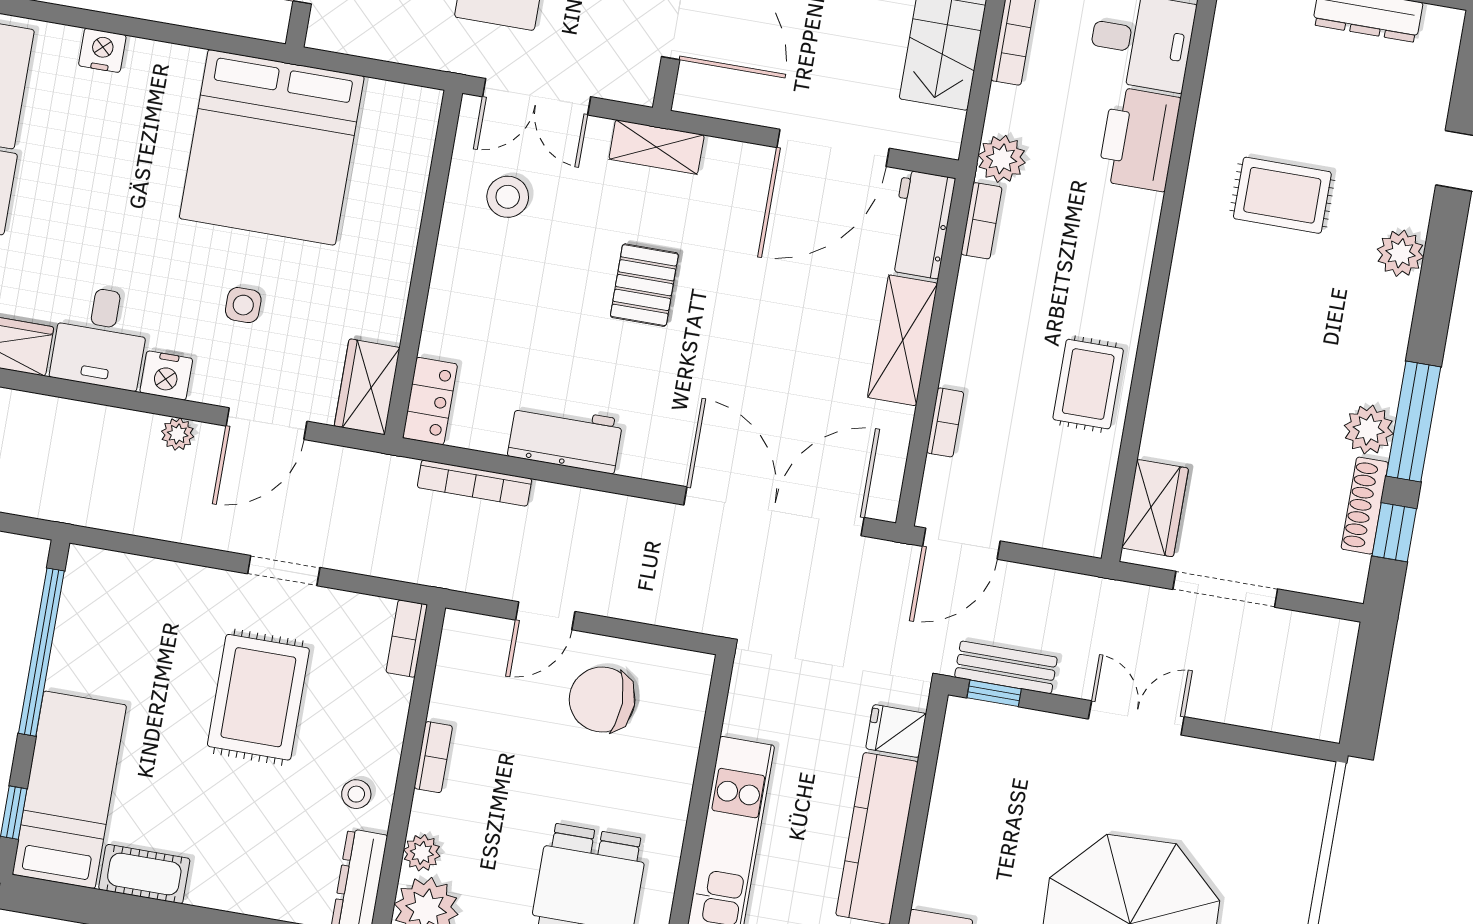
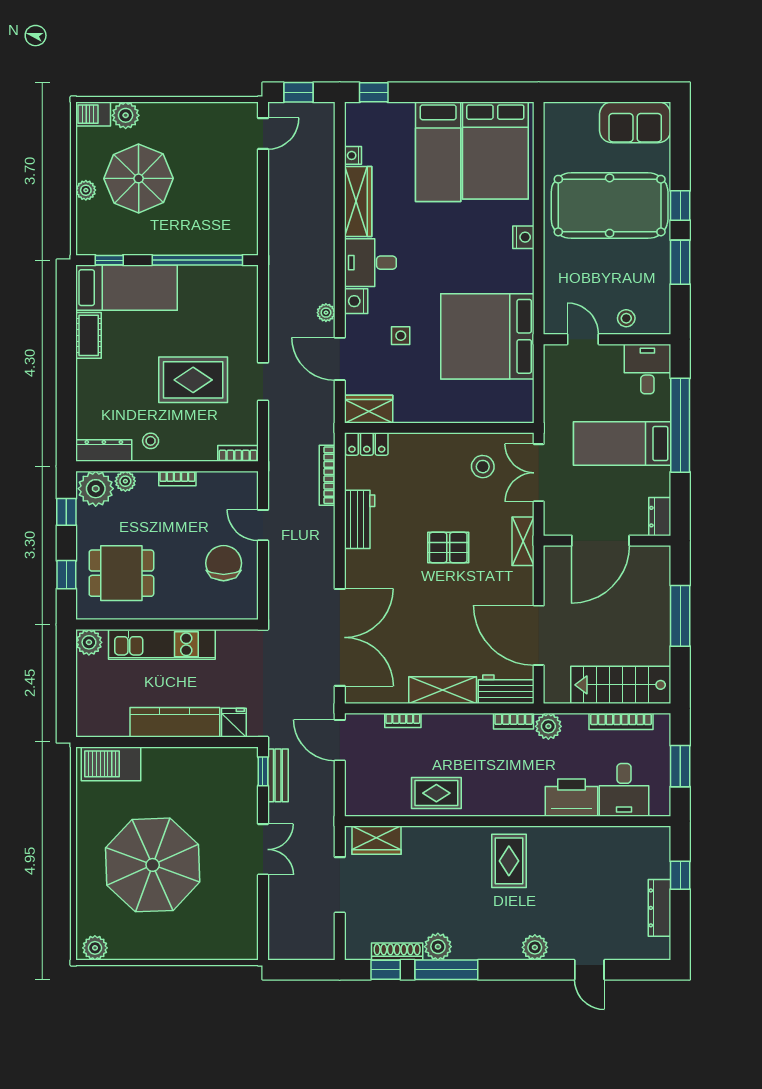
rug: (1282, 195) -> (509, 861), moved

